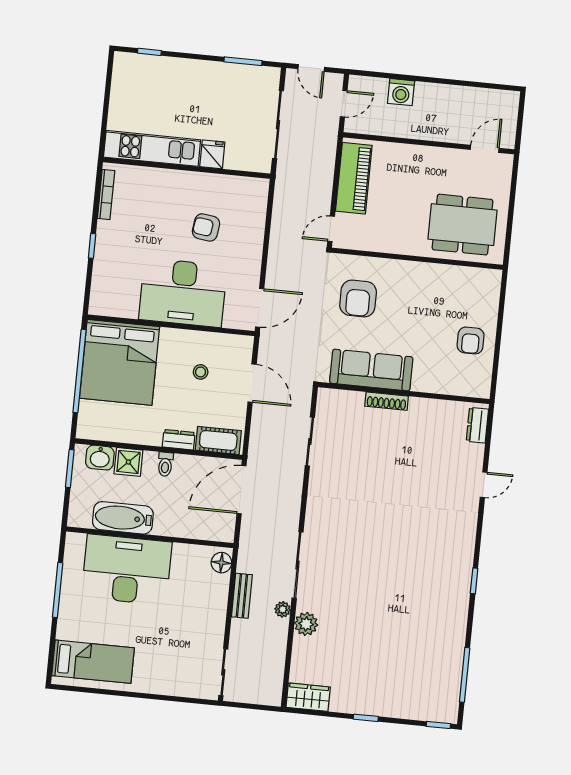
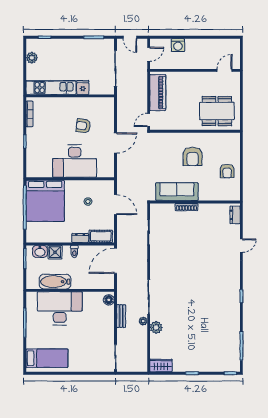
plant: (121, 88) -> (32, 58), added
armchair: (358, 298) -> (193, 156), moved
door: (260, 308) -> (115, 143), moved

